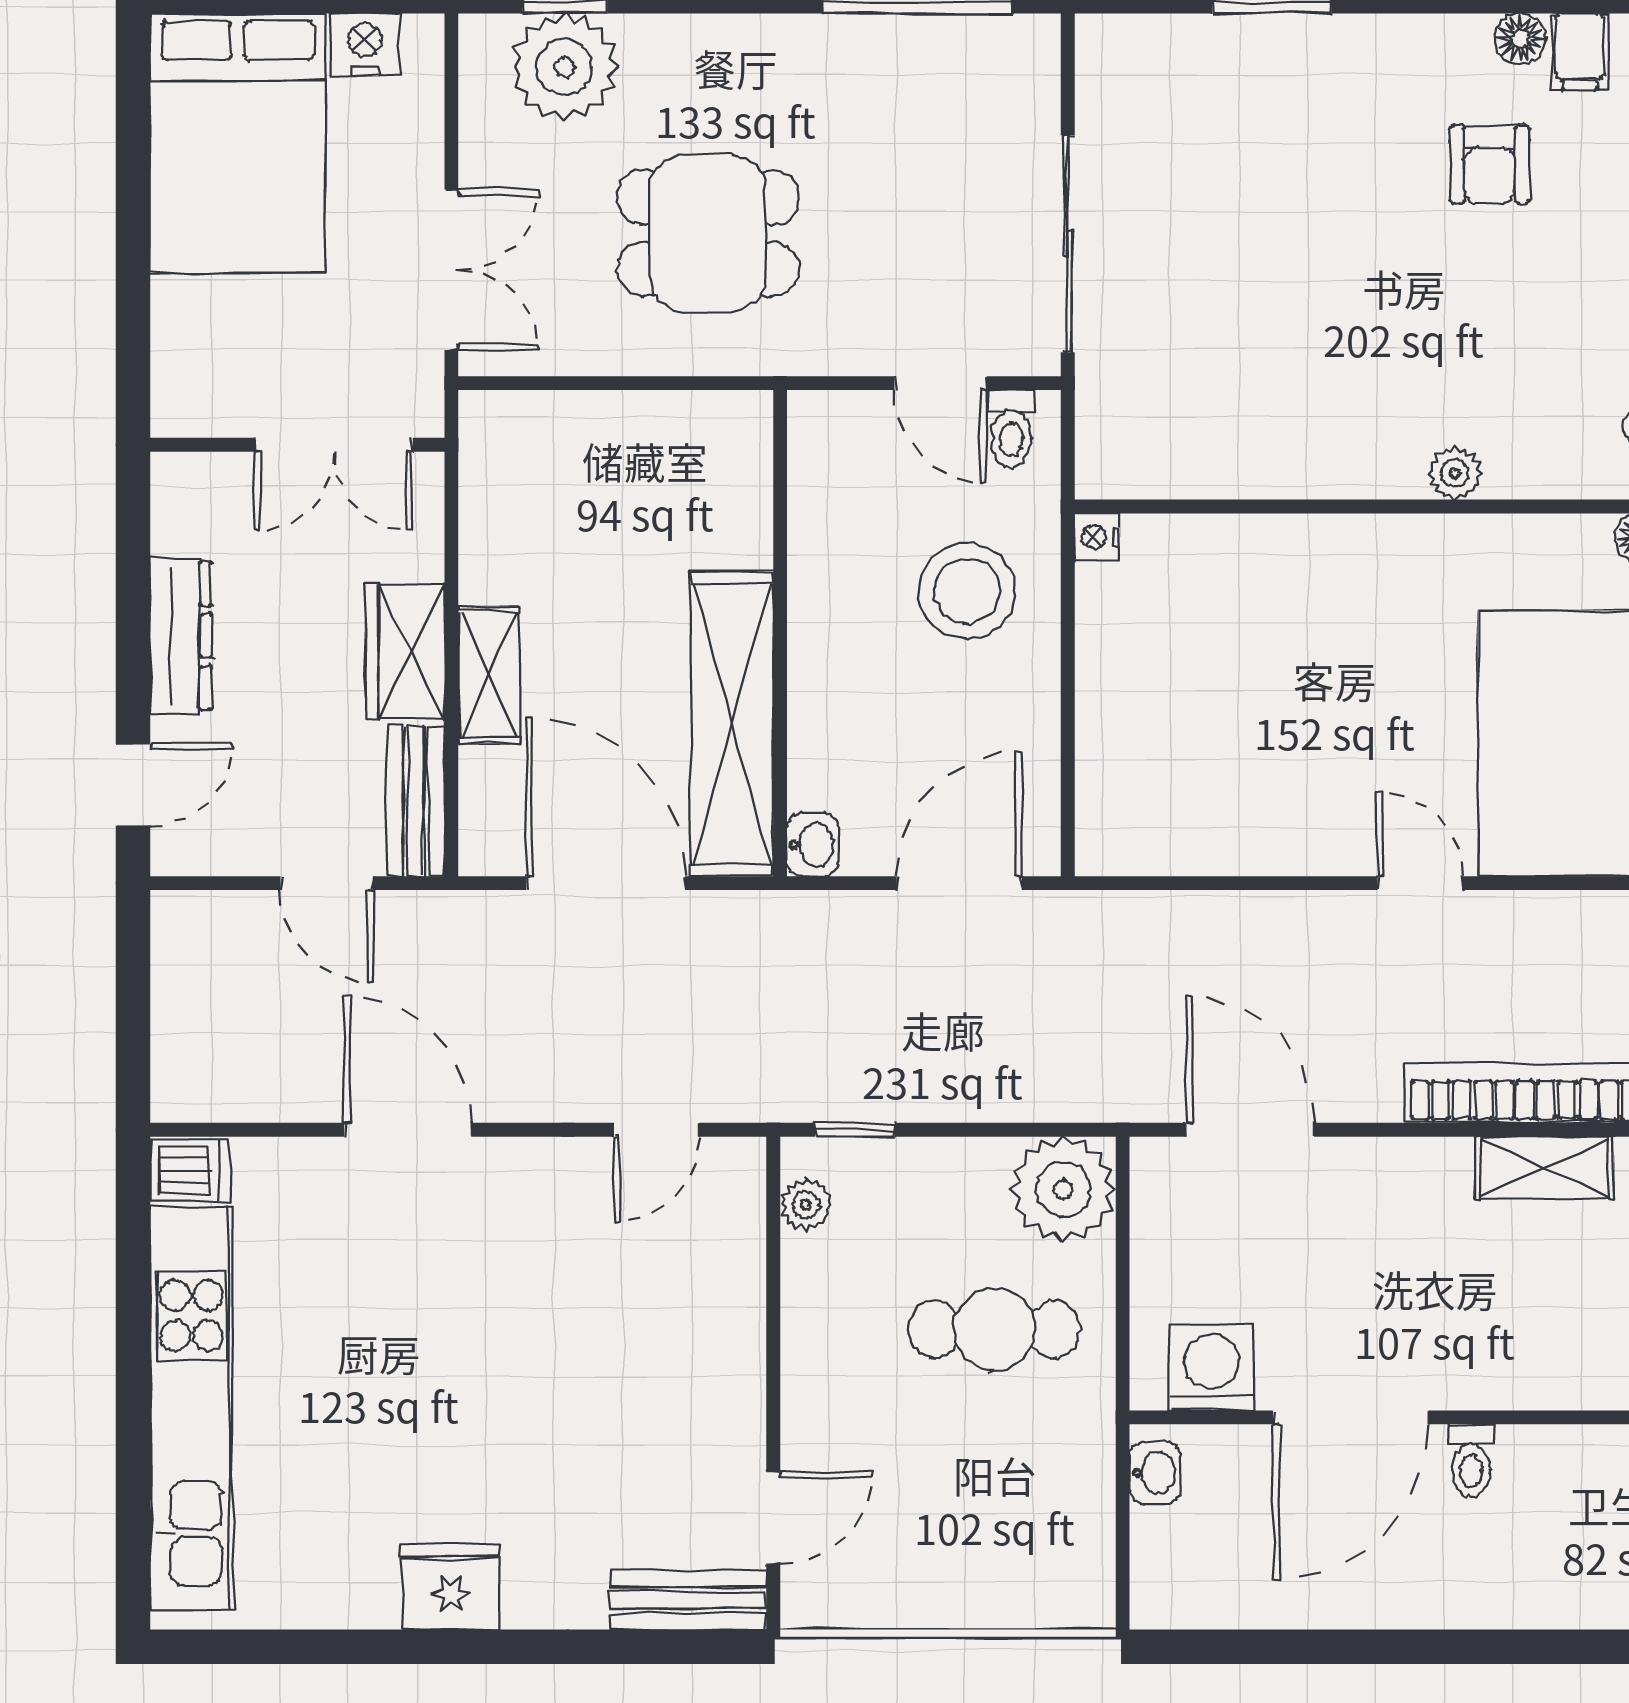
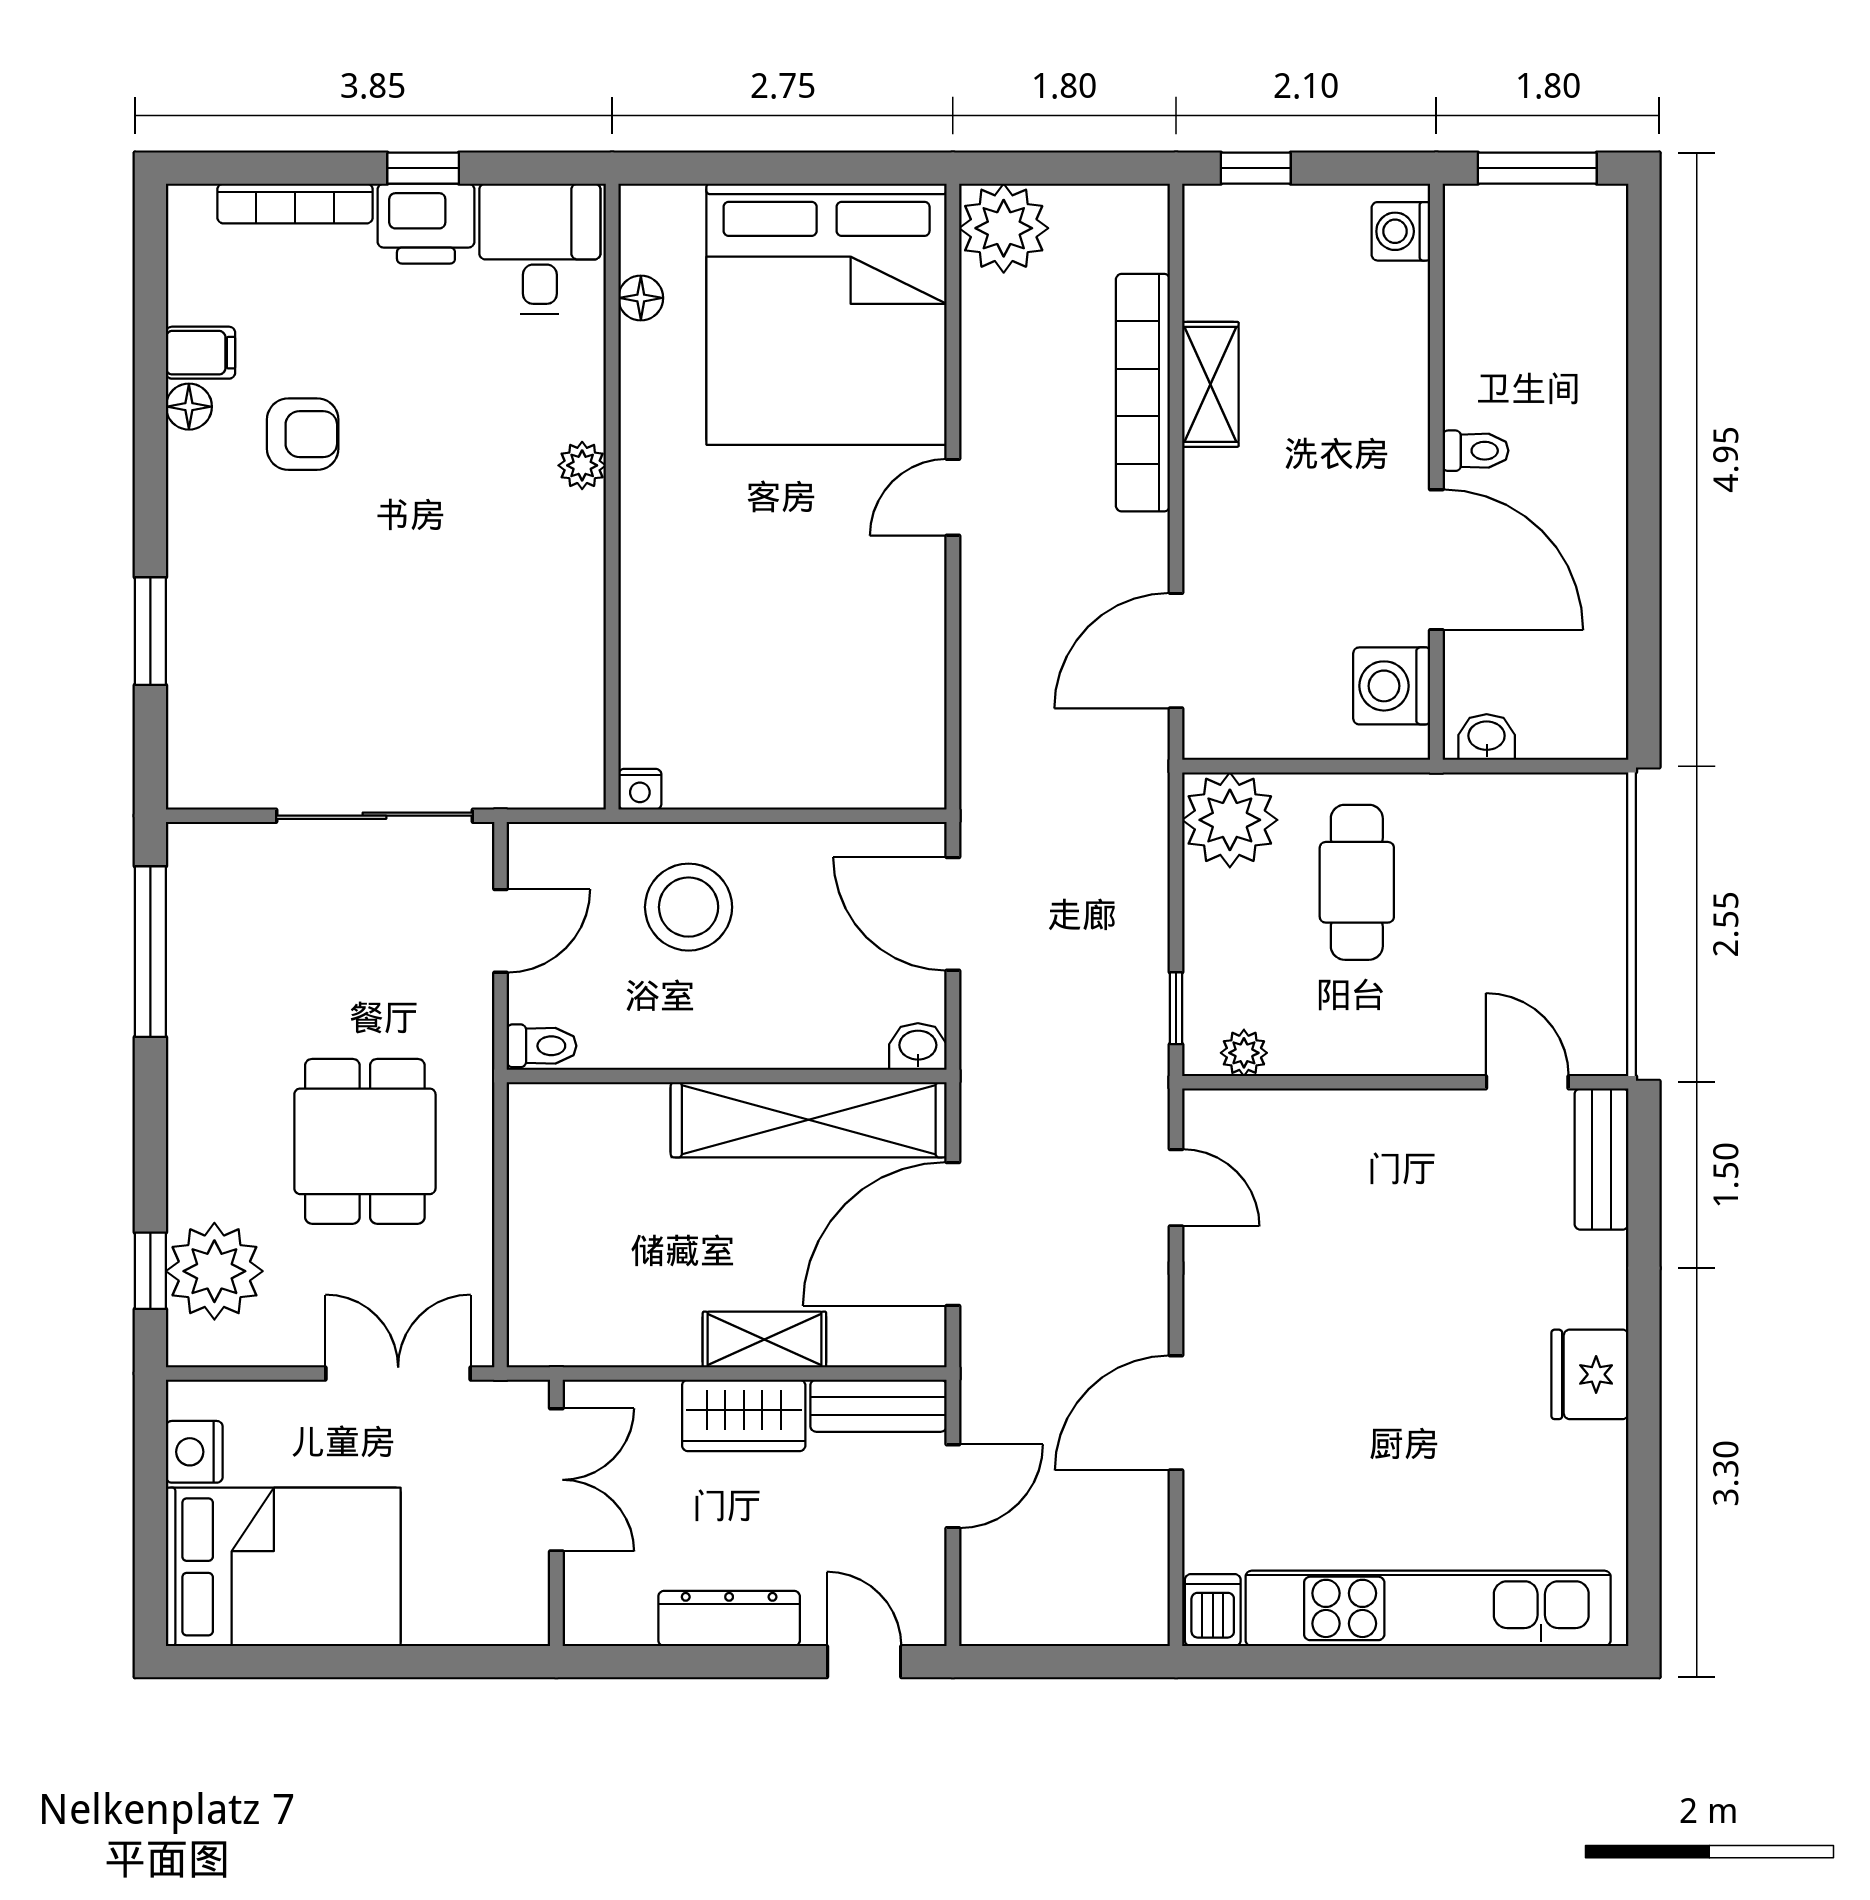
toilet: (1011, 428) -> (542, 1046), moved

